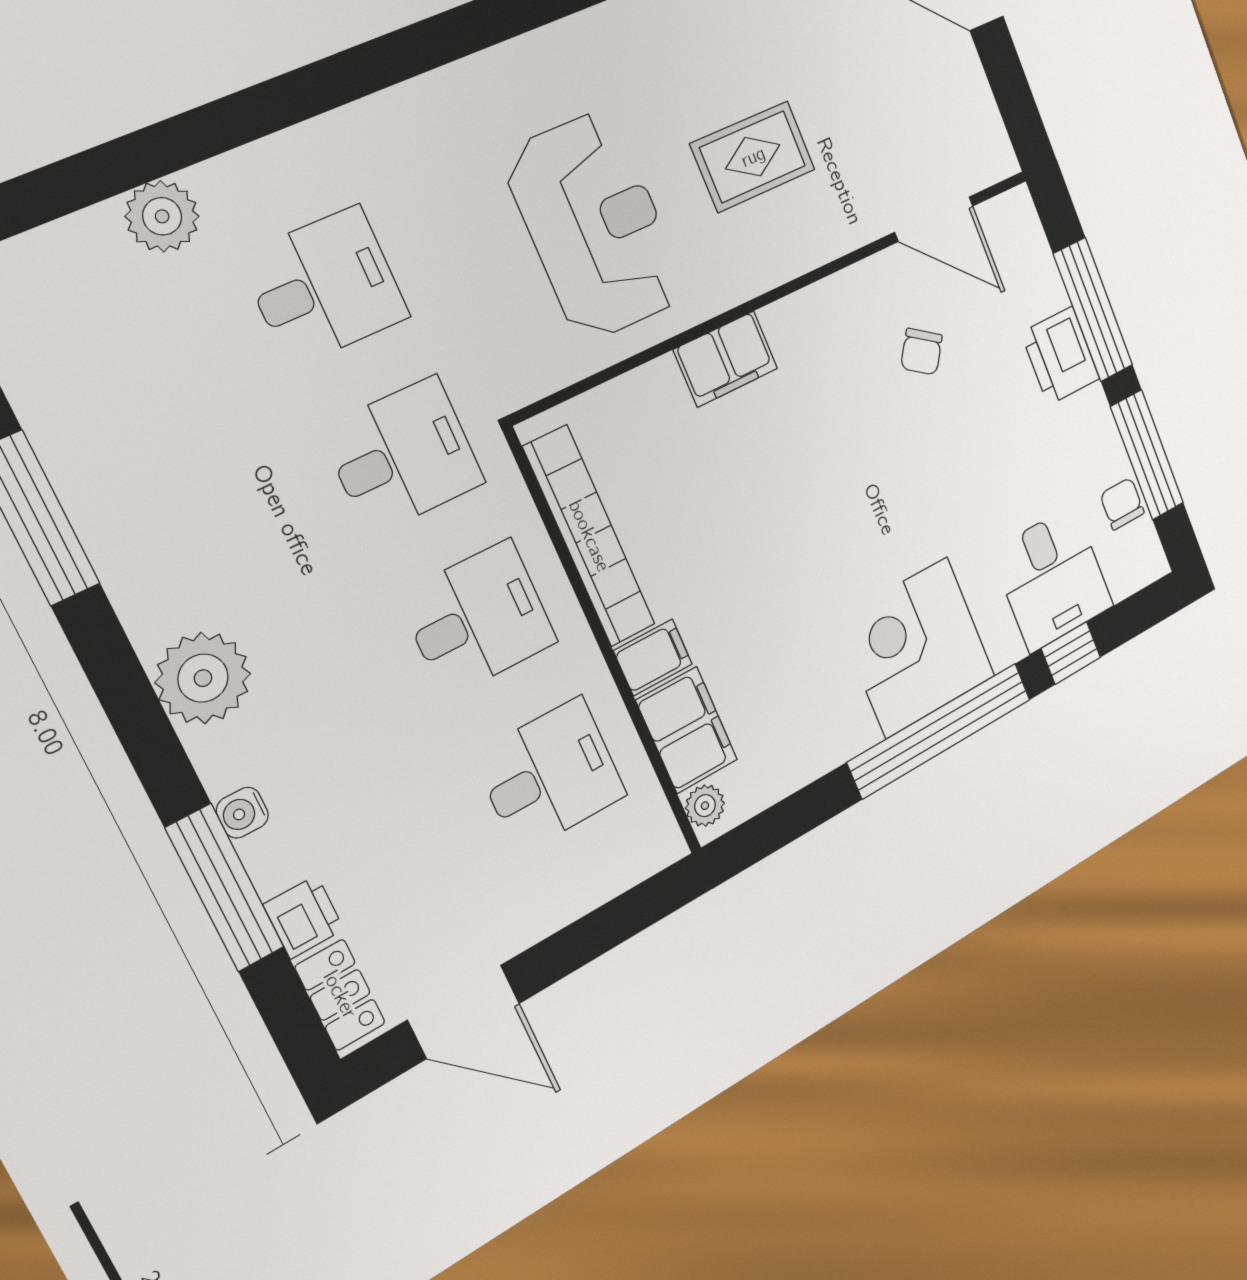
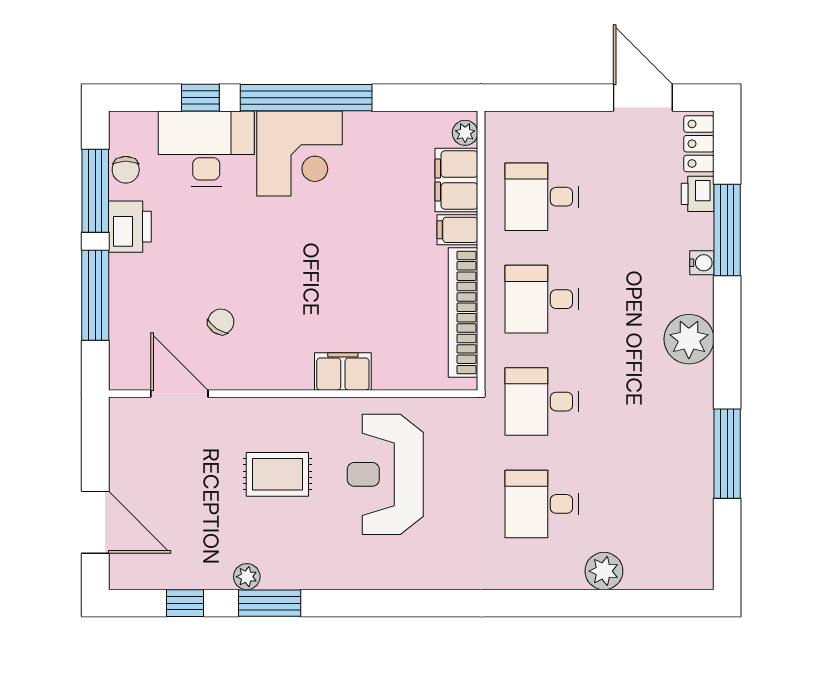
printer: (1060, 356) -> (130, 227), moved
desk: (1052, 579) -> (206, 149), width x1.37

